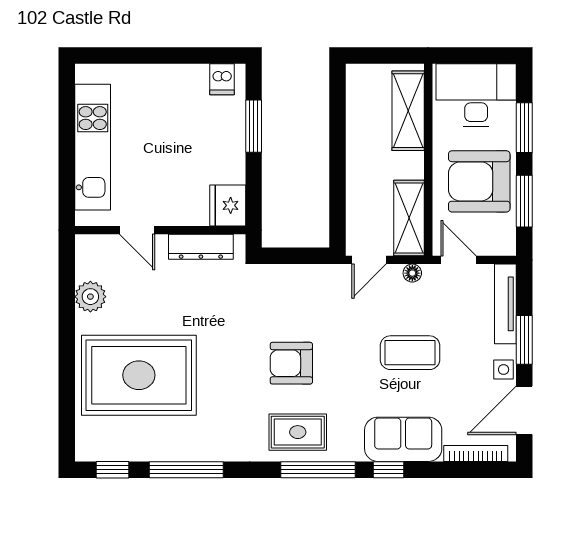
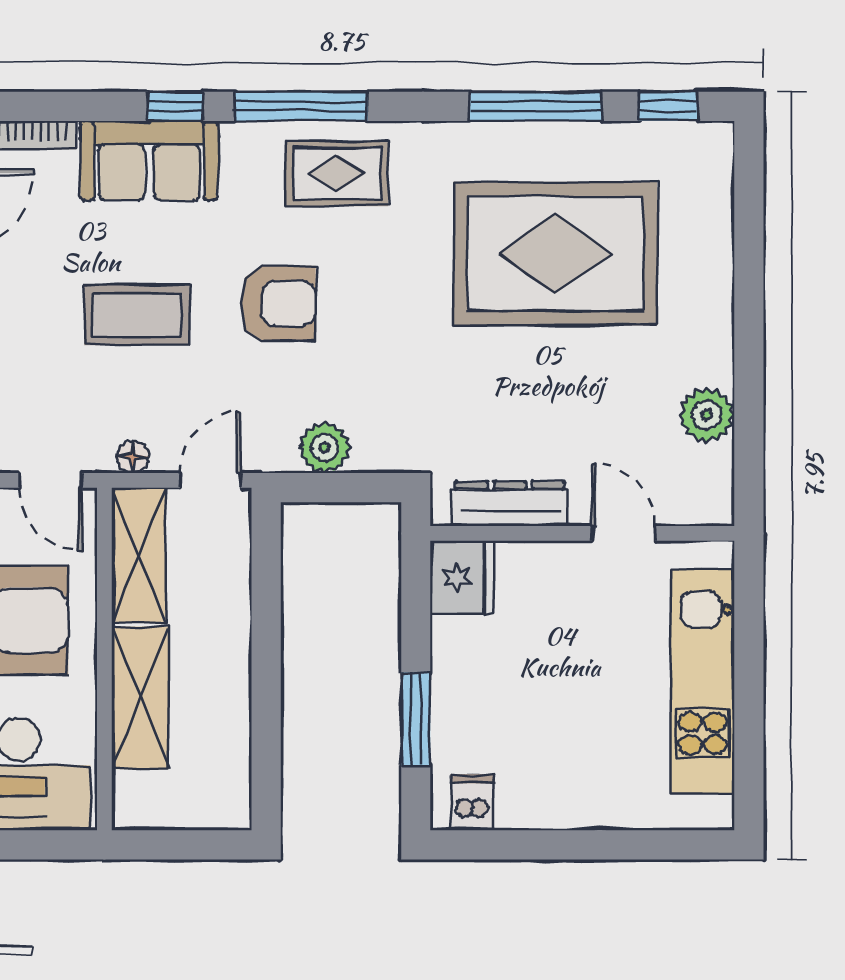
shelving: (408, 111) -> (140, 698), moved
plant: (305, 278) -> (324, 447), added
armchair: (291, 363) -> (278, 303), moved
rug: (139, 375) -> (555, 254), moved

